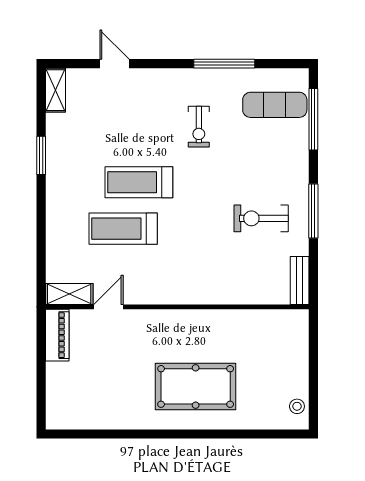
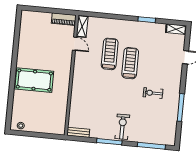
exercise mat: (275, 105) -> (160, 129), removed
exercise bike: (261, 218) -> (122, 127), moved
pool table: (196, 386) -> (34, 80), turned 90

